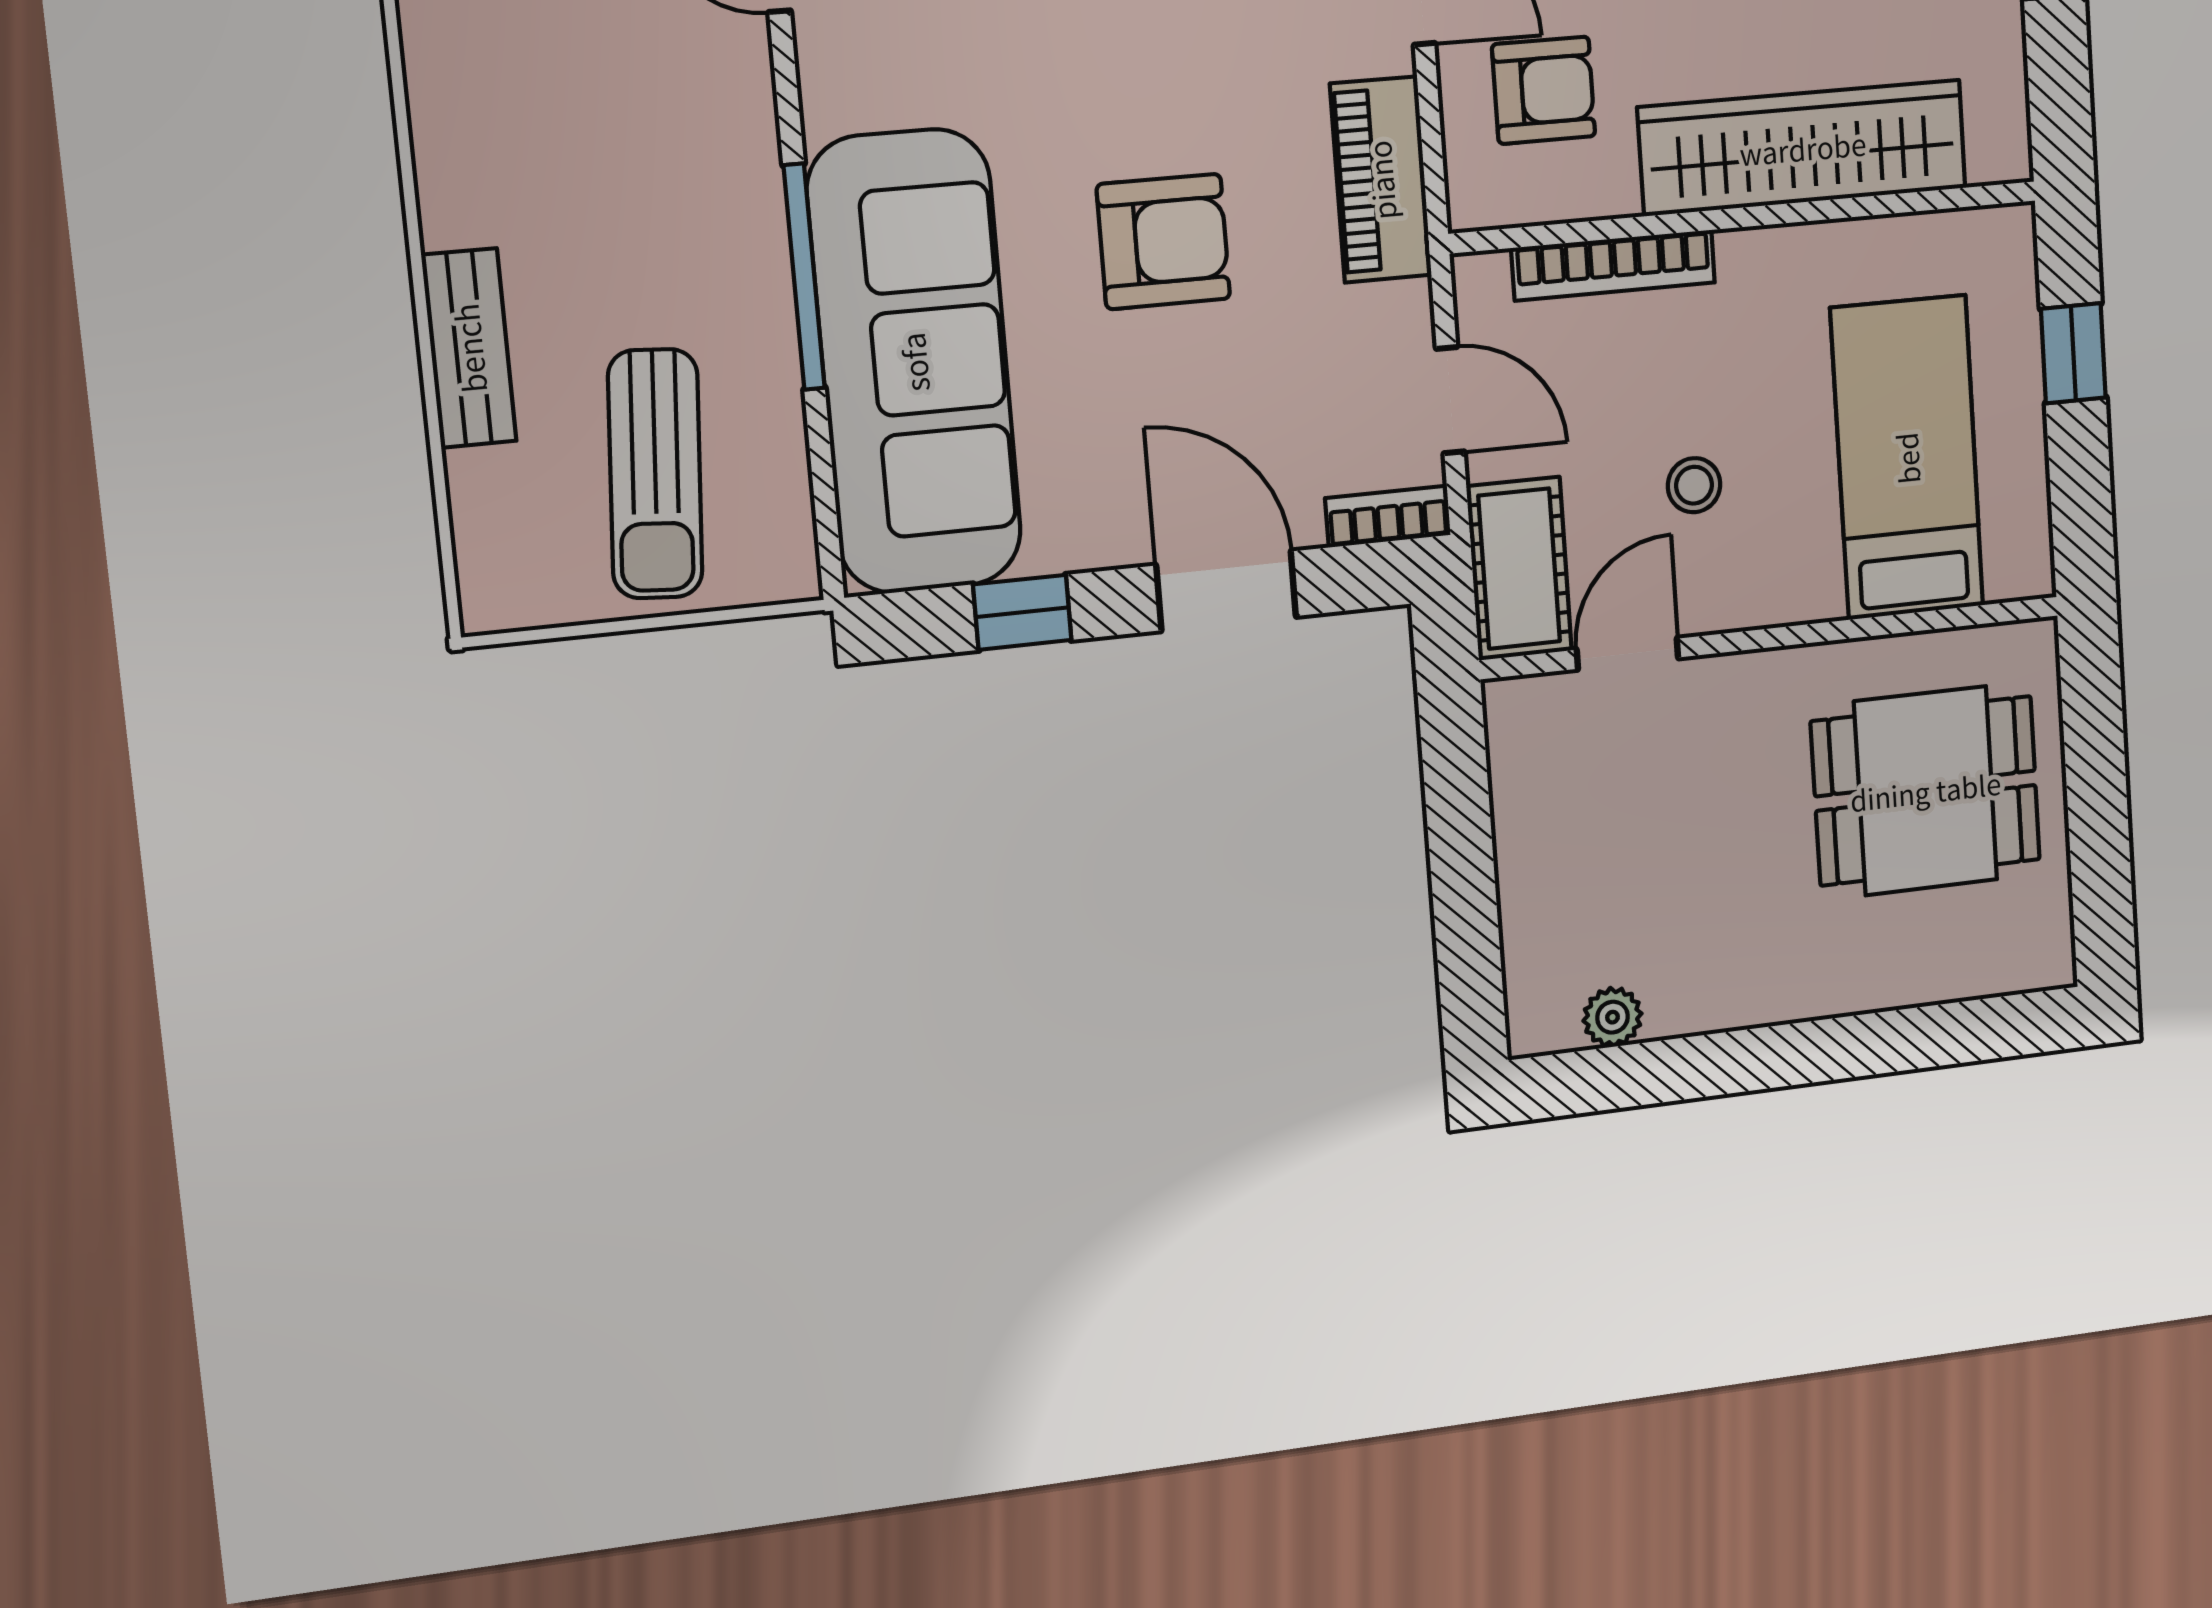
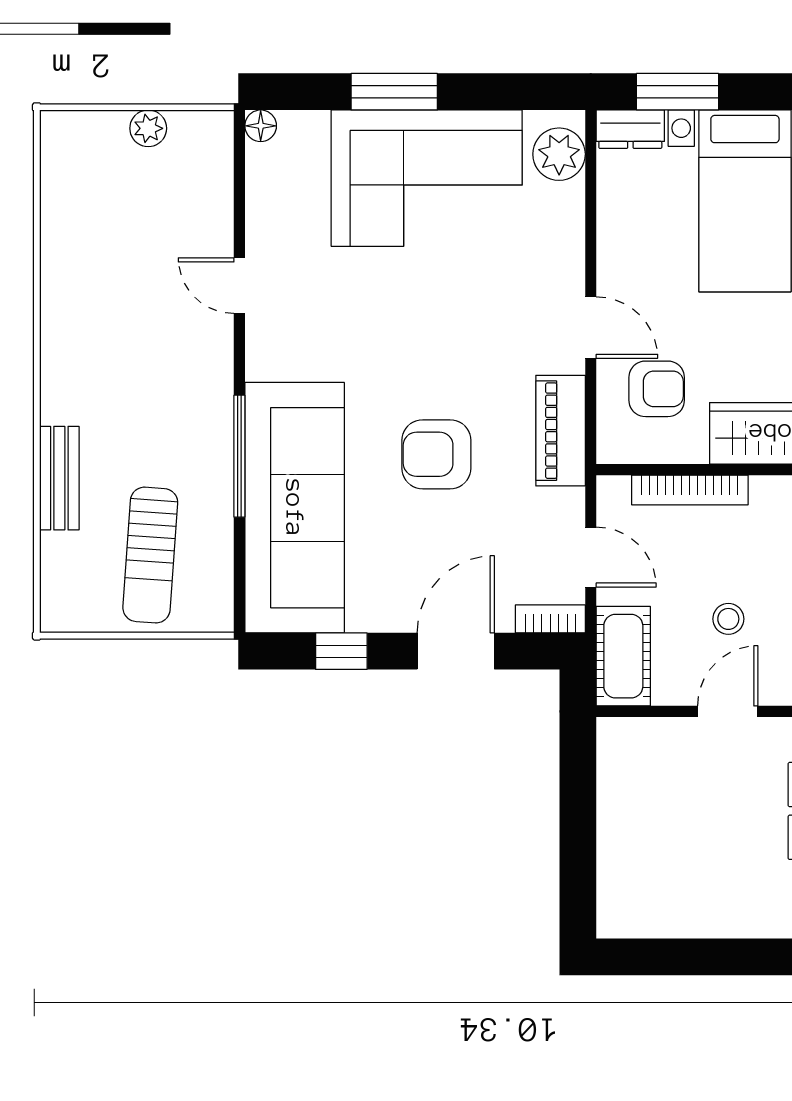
armchair: (1163, 242) -> (436, 454), turned 180
door: (1226, 591) -> (456, 651), hinge flipped
door: (1628, 654) -> (728, 711), moved
plant: (1613, 1017) -> (659, 921), removed

